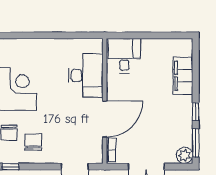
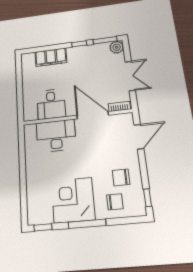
desk: (124, 56) -> (51, 104), moved, turned -90

